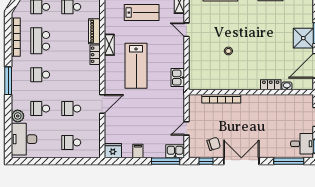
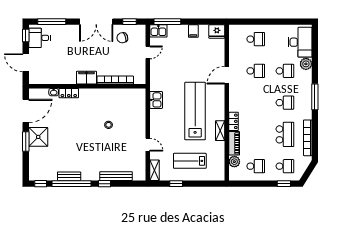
plant: (94, 12) -> (234, 162), added
lab bench: (136, 66) -> (195, 111), width x1.36
filing cabinet: (252, 101) -> (86, 78), added

